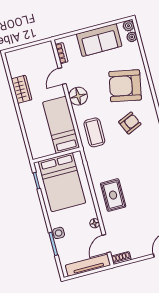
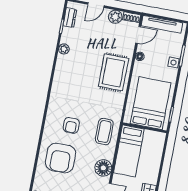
armchair: (125, 86) -> (61, 158), turned 79
armchair: (130, 123) -> (71, 125), turned -66
rug: (113, 195) -> (114, 72), width x1.36, depth x1.43
plant: (138, 251) -> (115, 17), added

